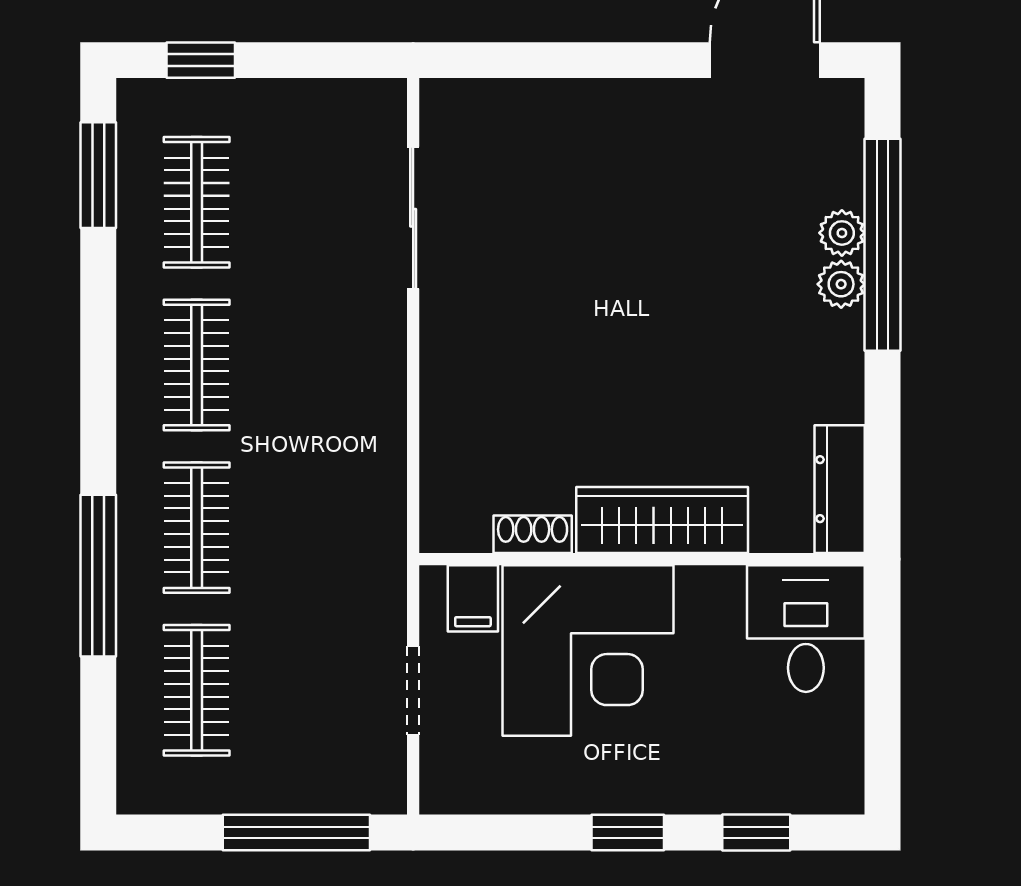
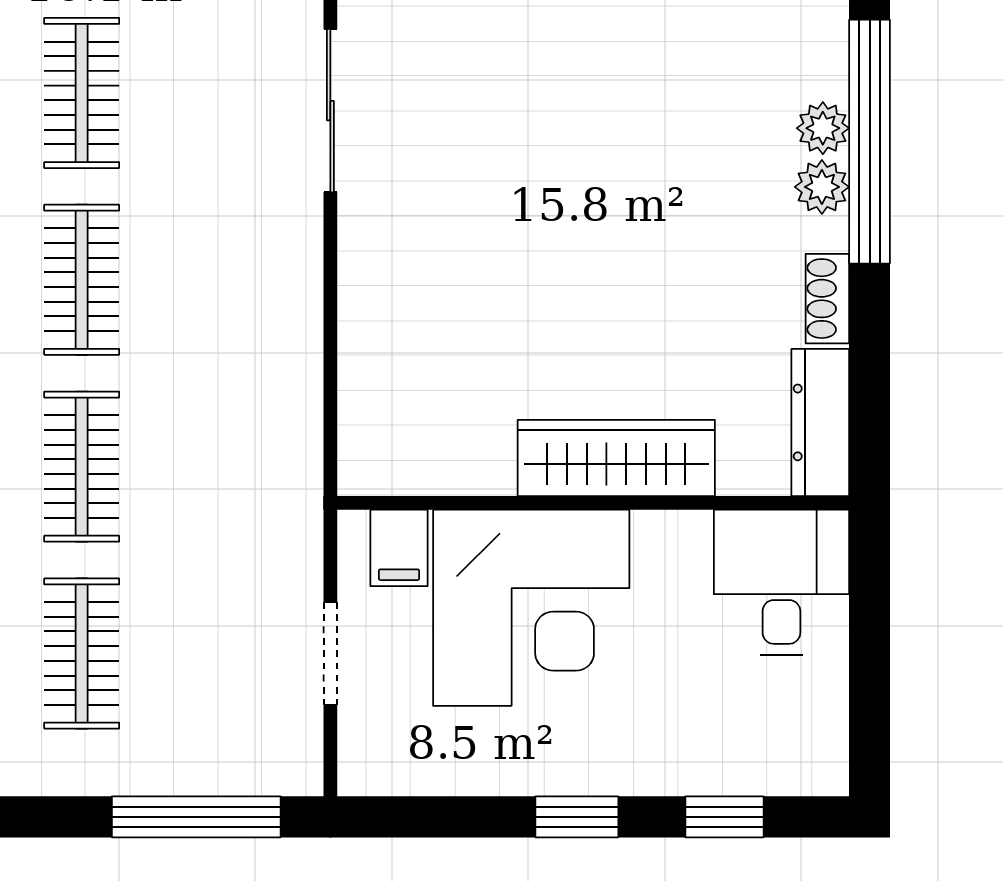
shoe rack: (533, 534) -> (827, 299), moved, turned -90

